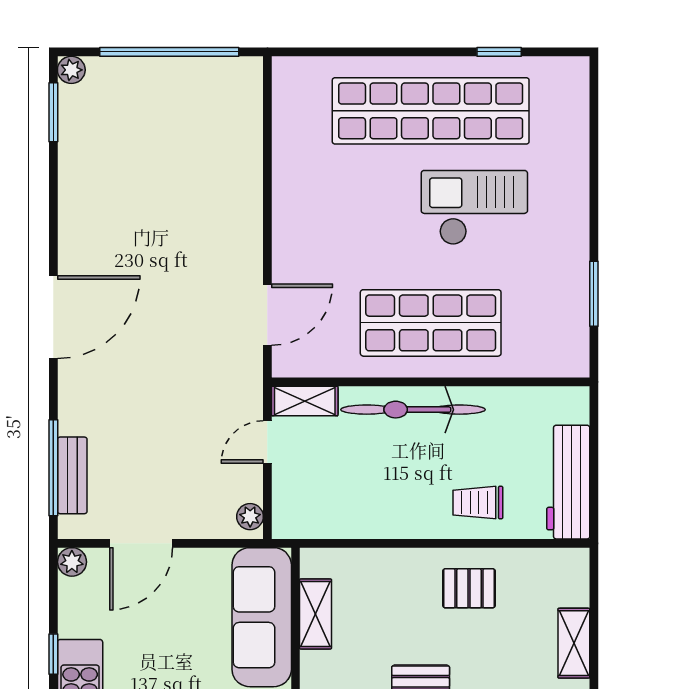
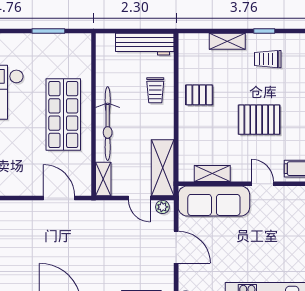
door: (267, 442) -> (139, 198), moved
shelving: (327, 517) -> (163, 168), added
door: (141, 543) -> (176, 247), moved
pallet: (469, 588) -> (199, 95), turned 90

